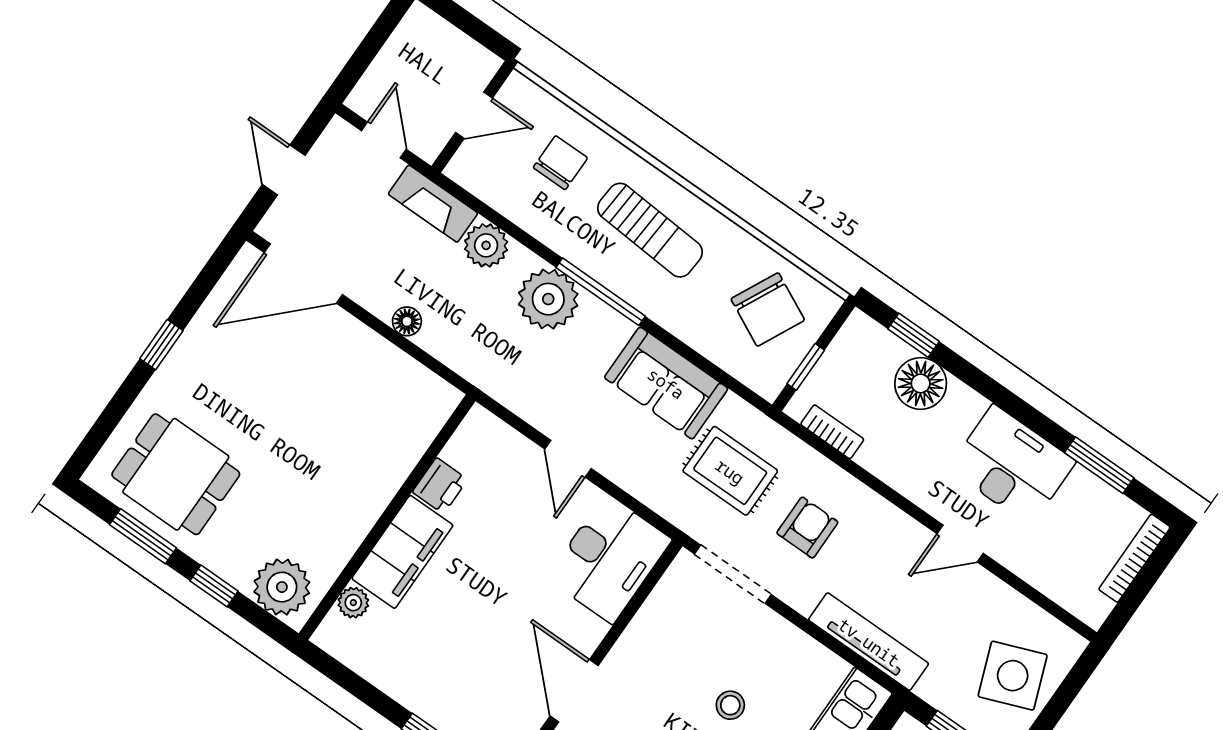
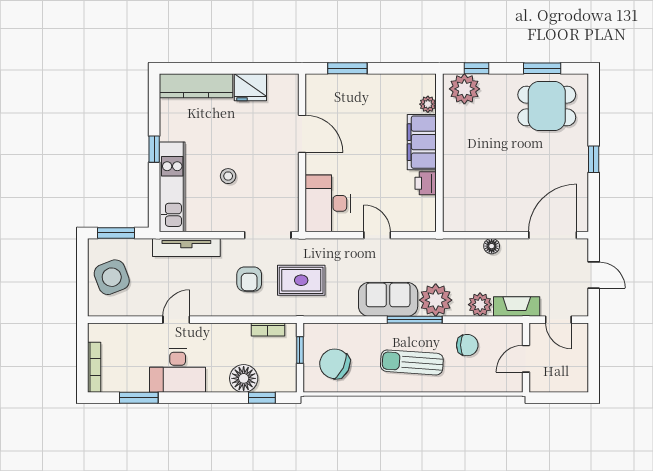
chair: (560, 163) -> (467, 345), moved, turned -90
sofa: (666, 383) -> (388, 299), moved
window: (214, 586) -> (477, 68), moved

